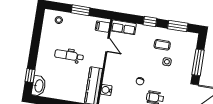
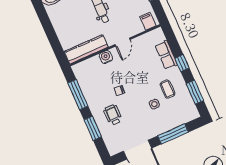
row of seats: (124, 27) -> (166, 55), moved
door: (107, 45) -> (123, 42), moved
water cooler: (106, 90) -> (106, 57), moved

